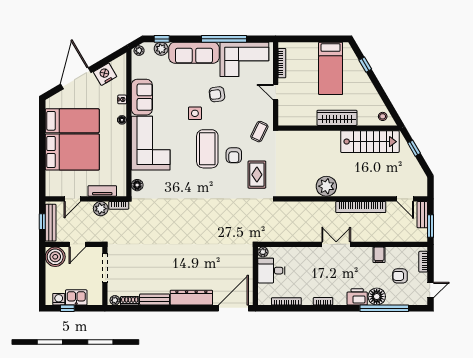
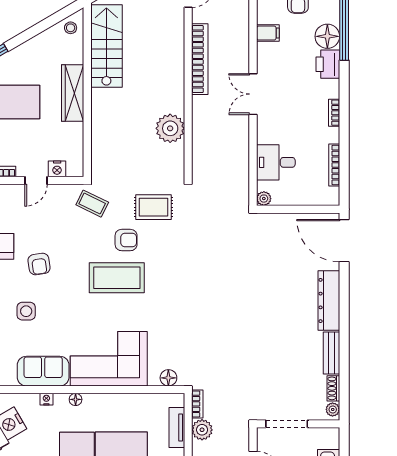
nightstand: (284, 107) -> (57, 169), added
side table: (195, 113) -> (26, 311), moved
plant: (326, 186) -> (170, 128), moved
desk: (271, 271) -> (276, 162), moved, turned 90

